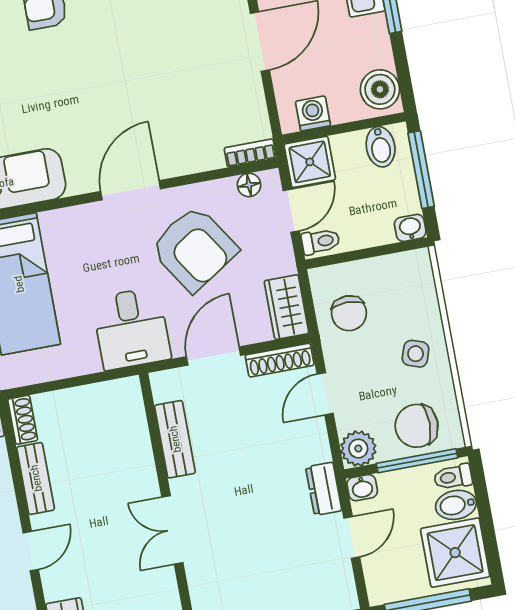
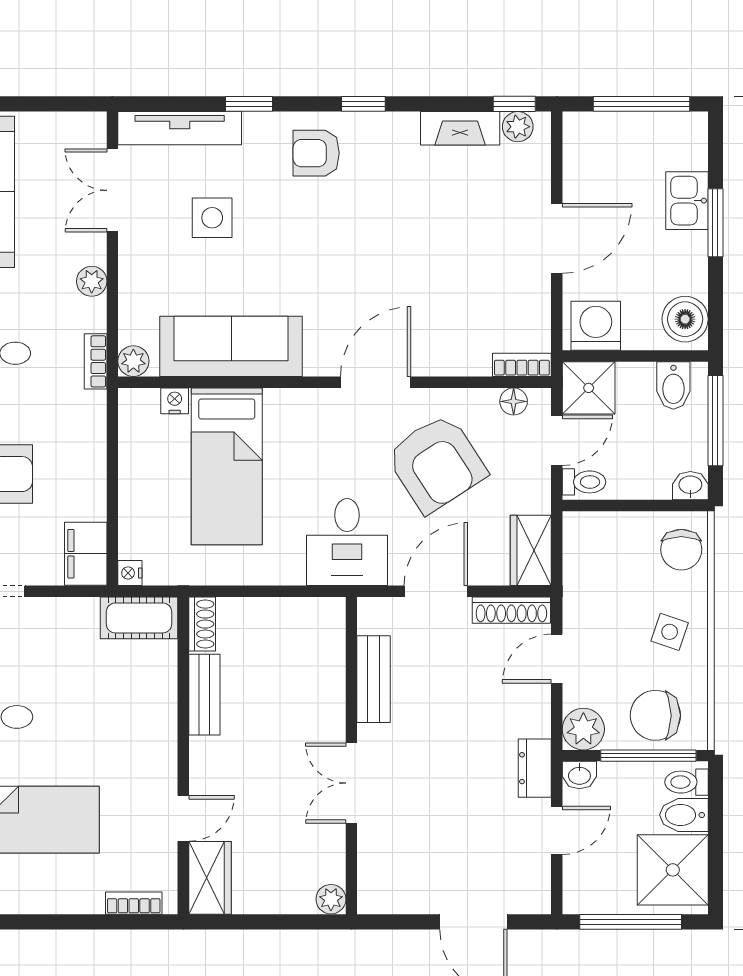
washing machine: (313, 113) -> (596, 326), width x1.38, depth x1.38
chair: (349, 313) -> (681, 550), moved
door: (31, 551) -> (183, 818), moved

